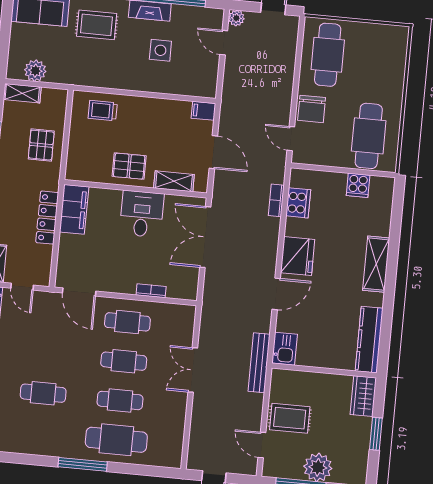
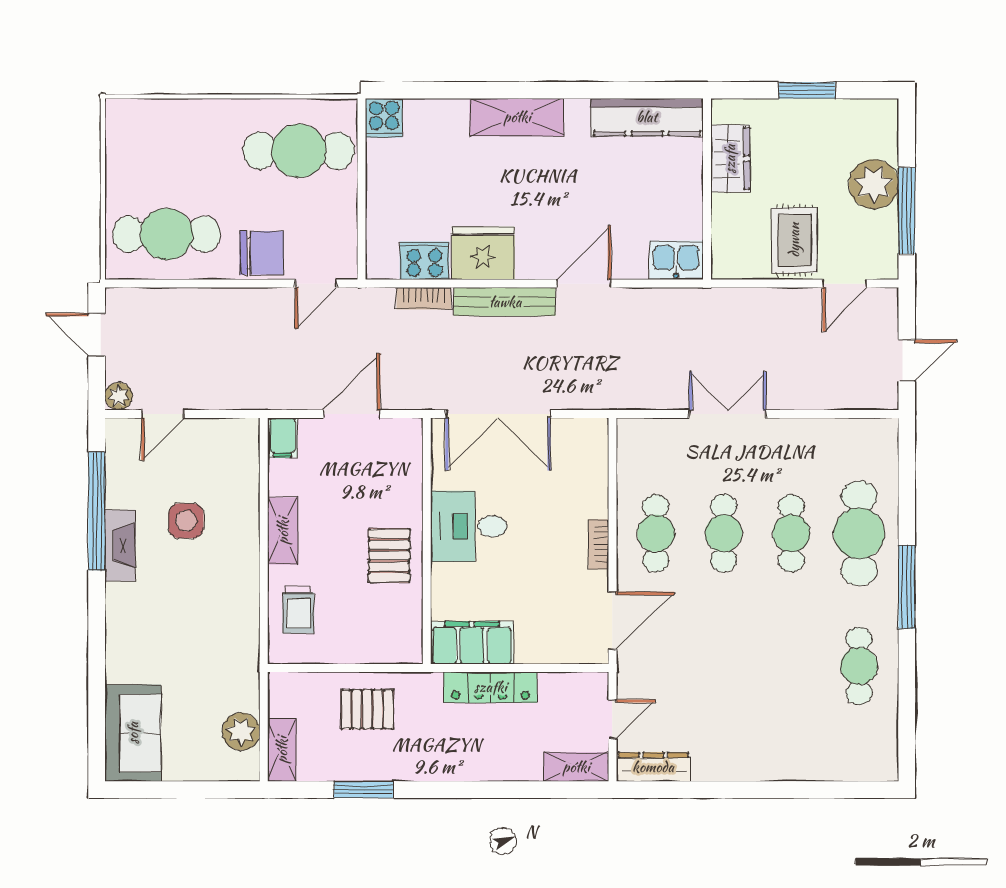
rug: (97, 25) -> (153, 634), removed
shelving: (174, 181) -> (283, 531), moved
cooker: (358, 185) -> (384, 118), moved, turned 90
fridge: (298, 256) -> (483, 253), moved
bookcase: (151, 291) -> (599, 544), moved
door: (276, 294) -> (584, 284), hinge flipped
bench: (259, 363) -> (505, 302), moved
double door: (193, 370) -> (727, 414), swing flipped
cafe table: (43, 393) -> (859, 666), moved
wardrobe: (363, 396) -> (730, 159), moved, turned -90

